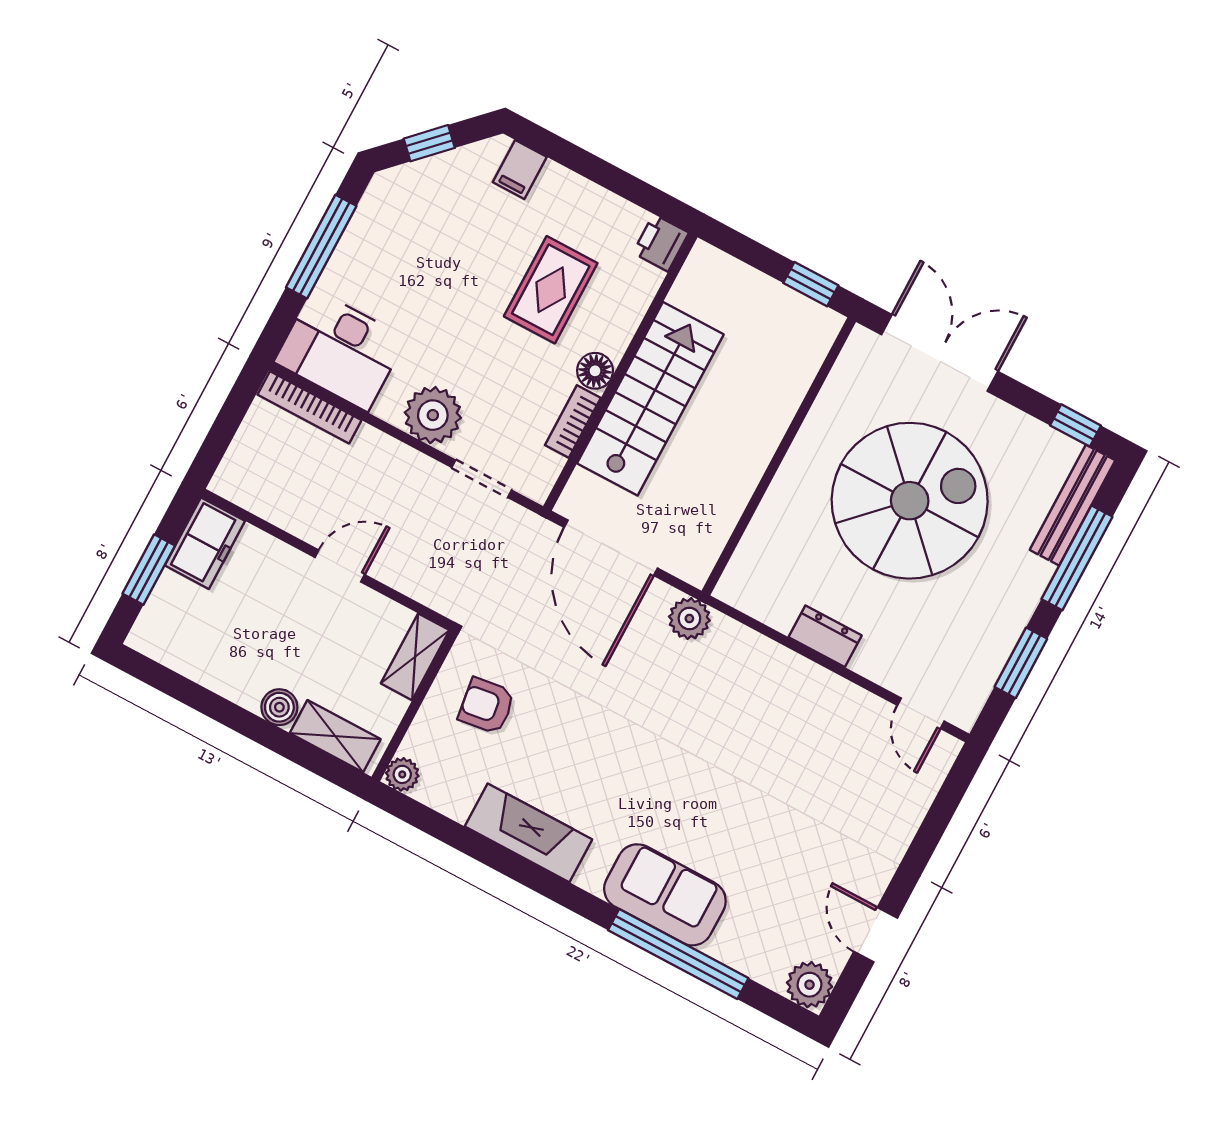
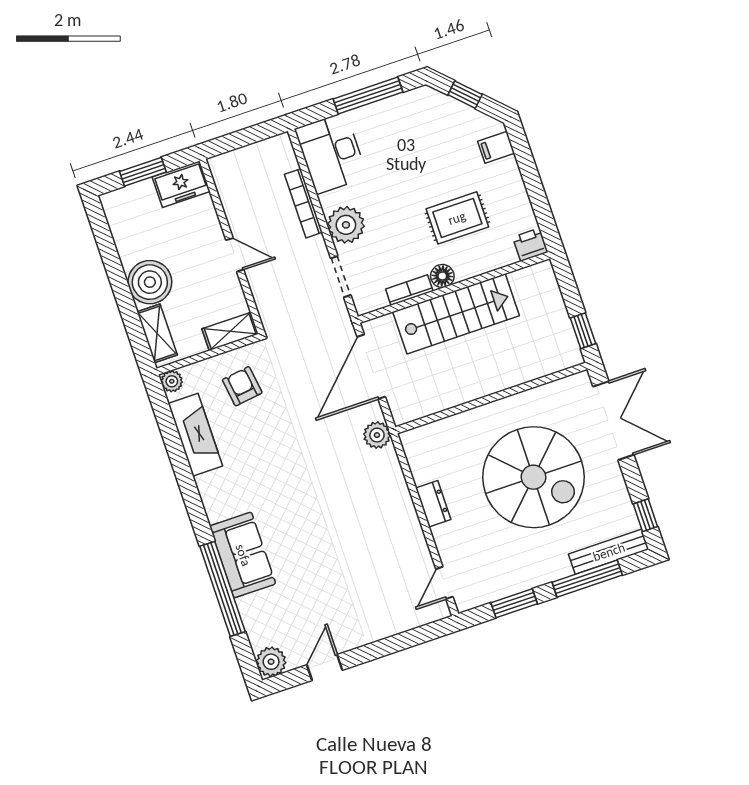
bookcase: (309, 407) -> (303, 203), moved
boiler: (279, 707) -> (150, 282), width x1.86, depth x1.86
fireplace: (528, 833) -> (195, 435), moved

